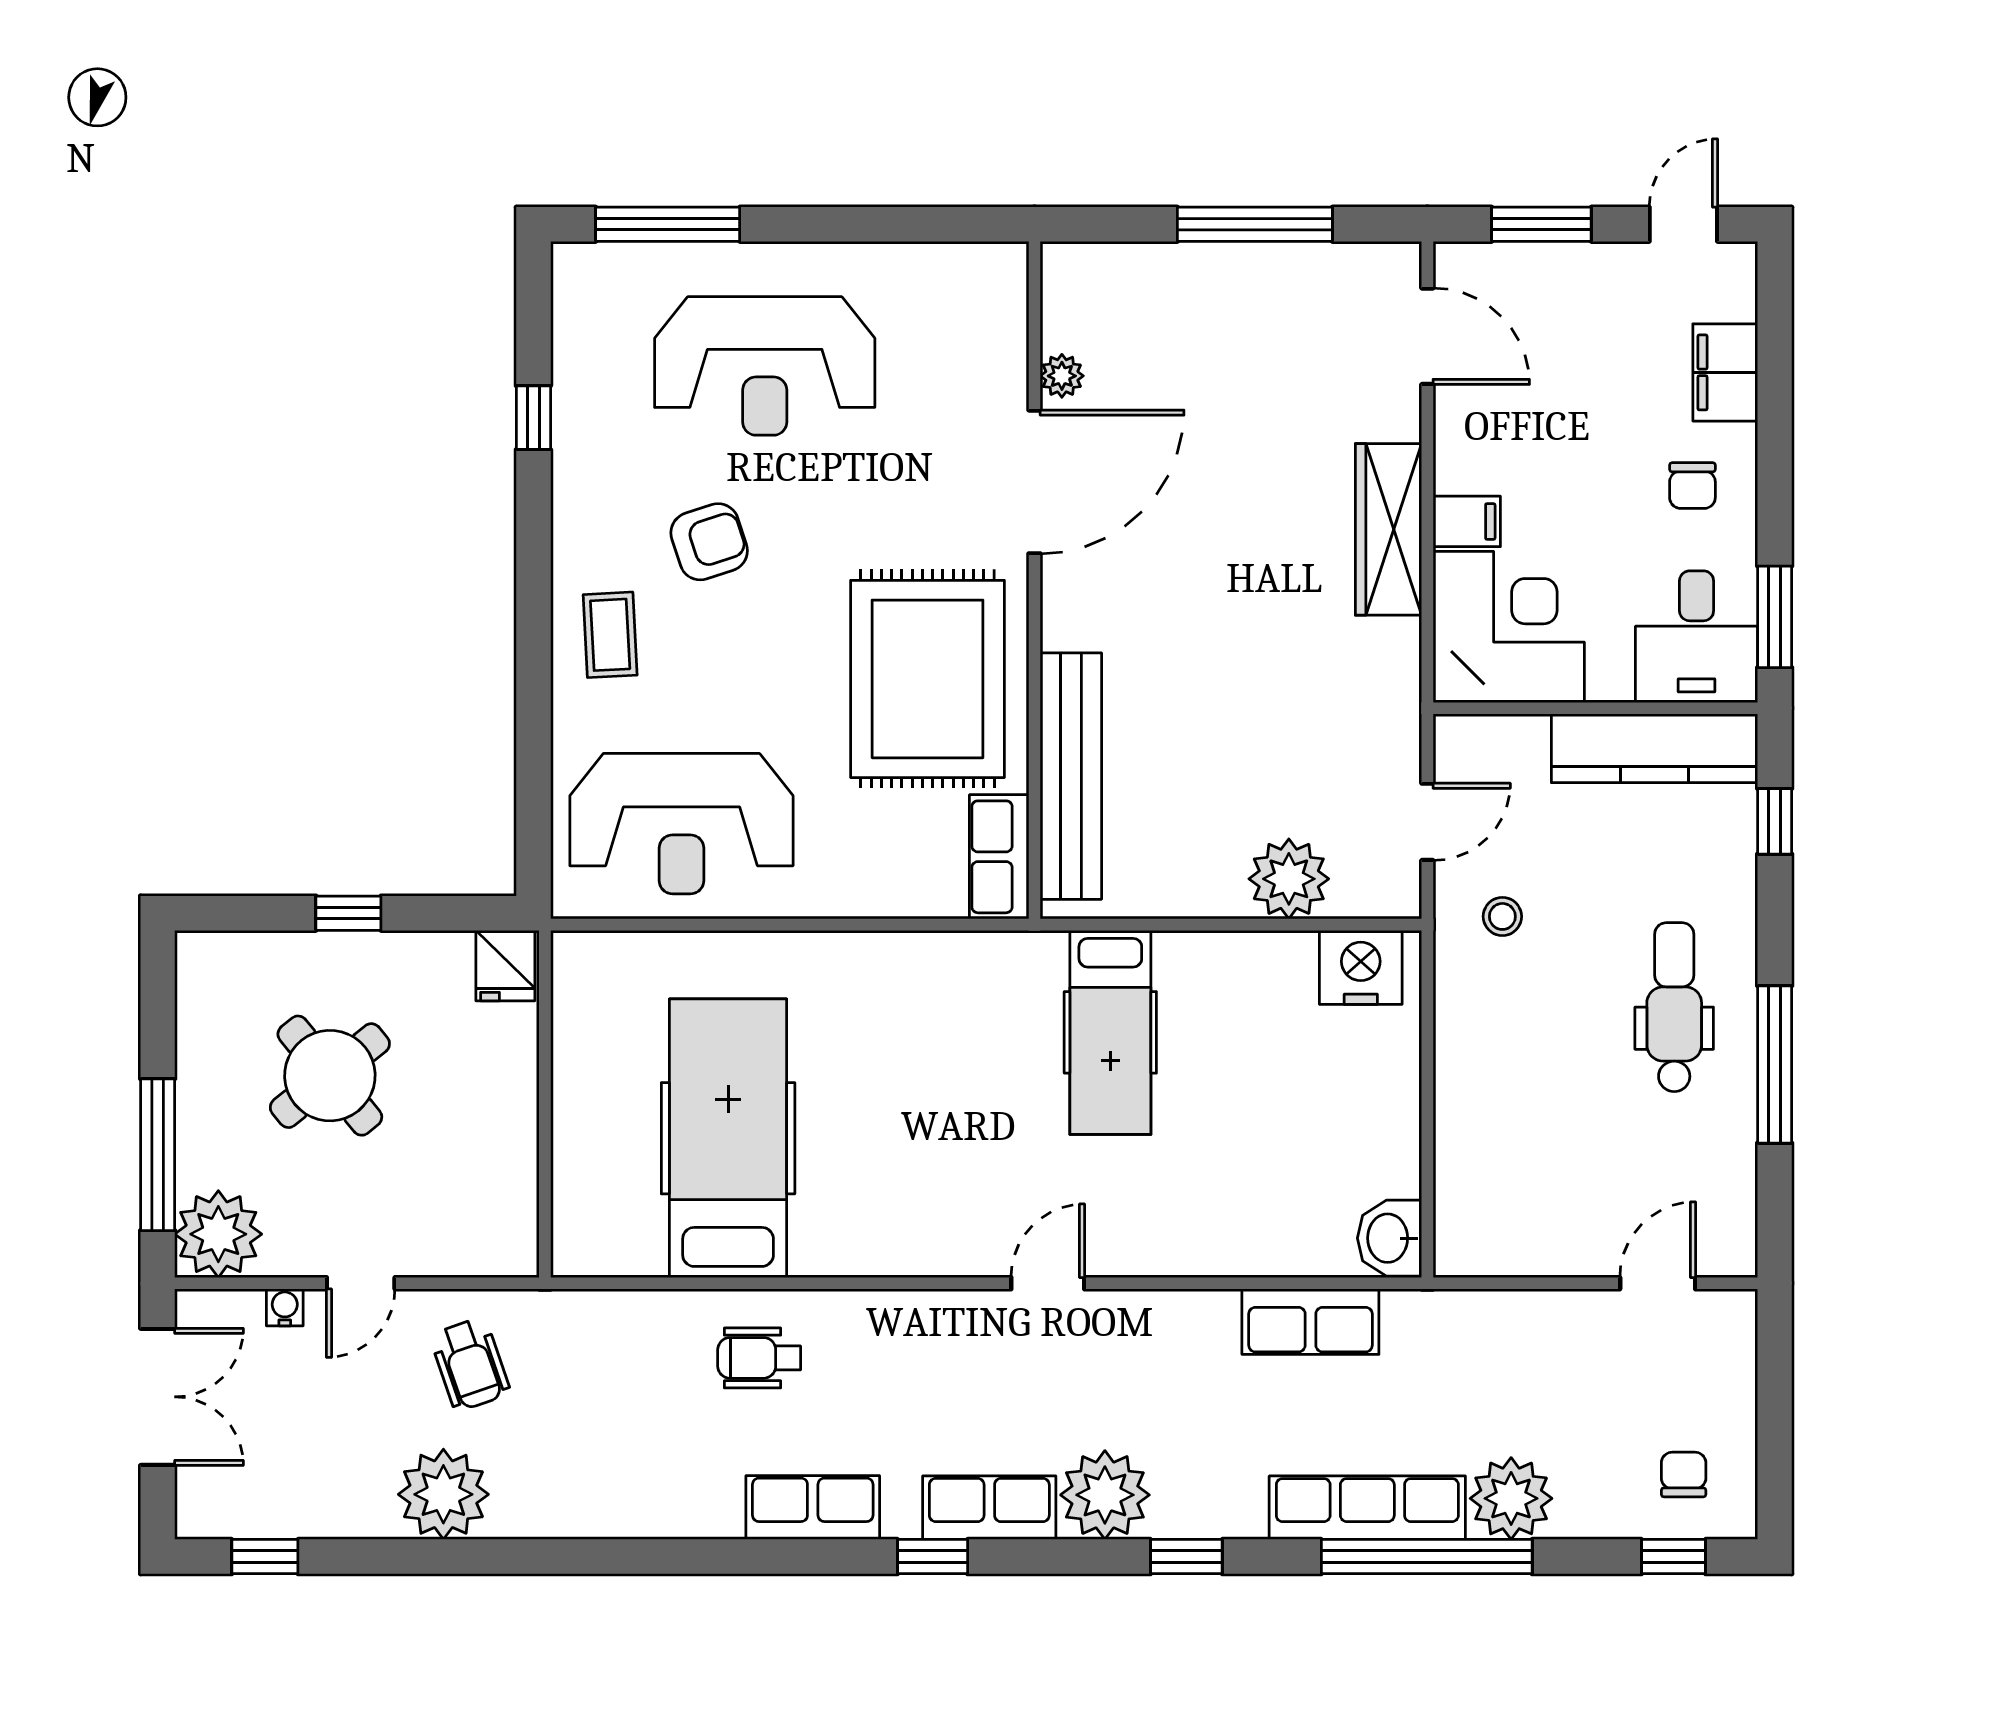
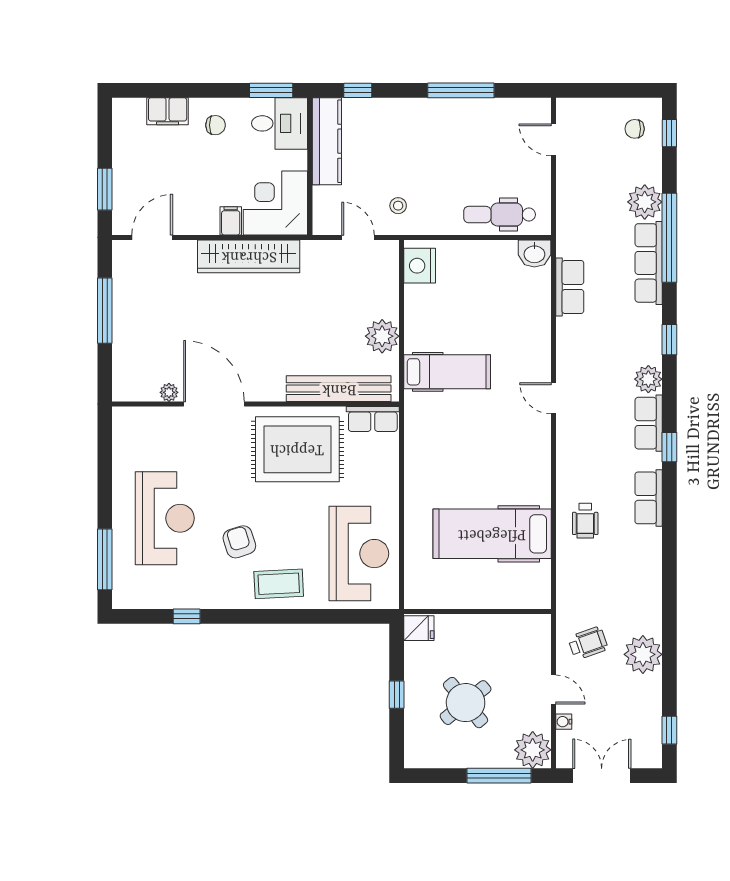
door: (1683, 224) -> (105, 129), removed
wardrobe: (1388, 529) -> (249, 256), width x1.40, depth x1.17
coffee table: (610, 635) -> (279, 584), width x1.36, depth x1.30
plant: (1289, 879) -> (382, 336), moved
dental chair: (1674, 1007) -> (500, 215), moved
plant: (1105, 1495) -> (648, 379), width x0.73, depth x0.73

